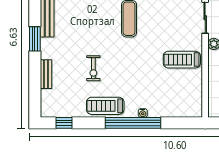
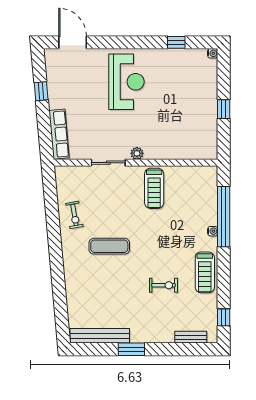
bench: (46, 74) -> (191, 337), moved
window: (133, 123) -> (224, 217), moved

